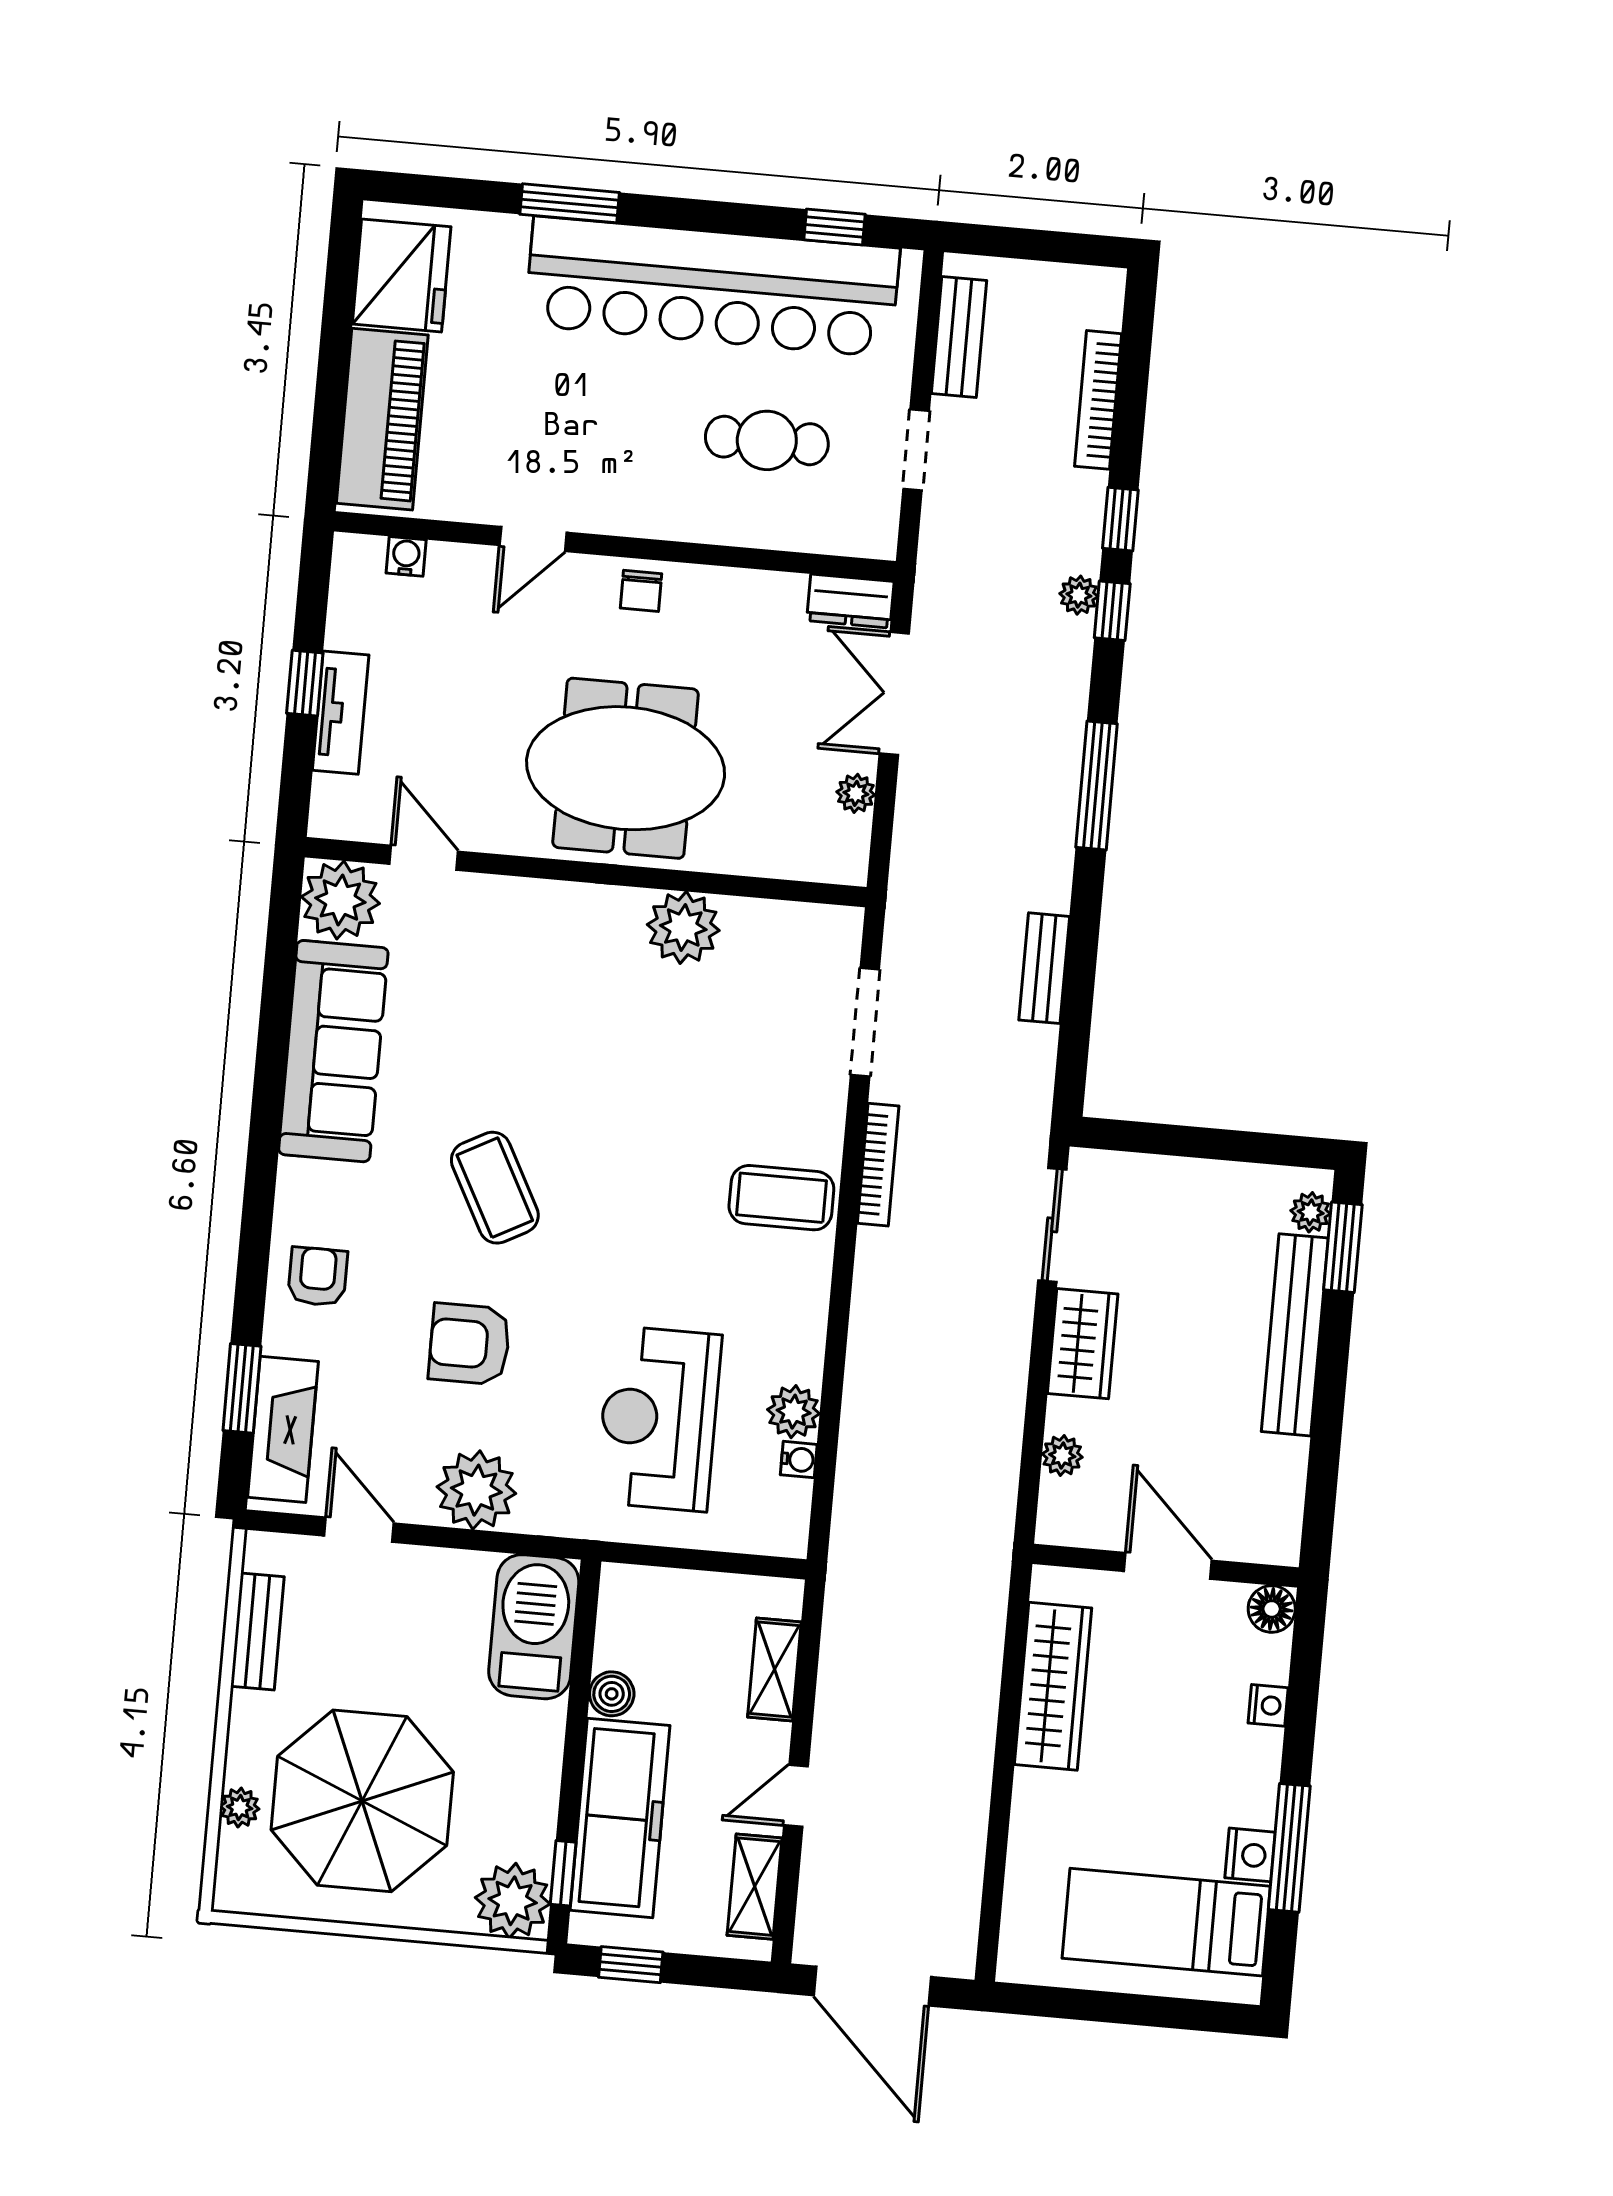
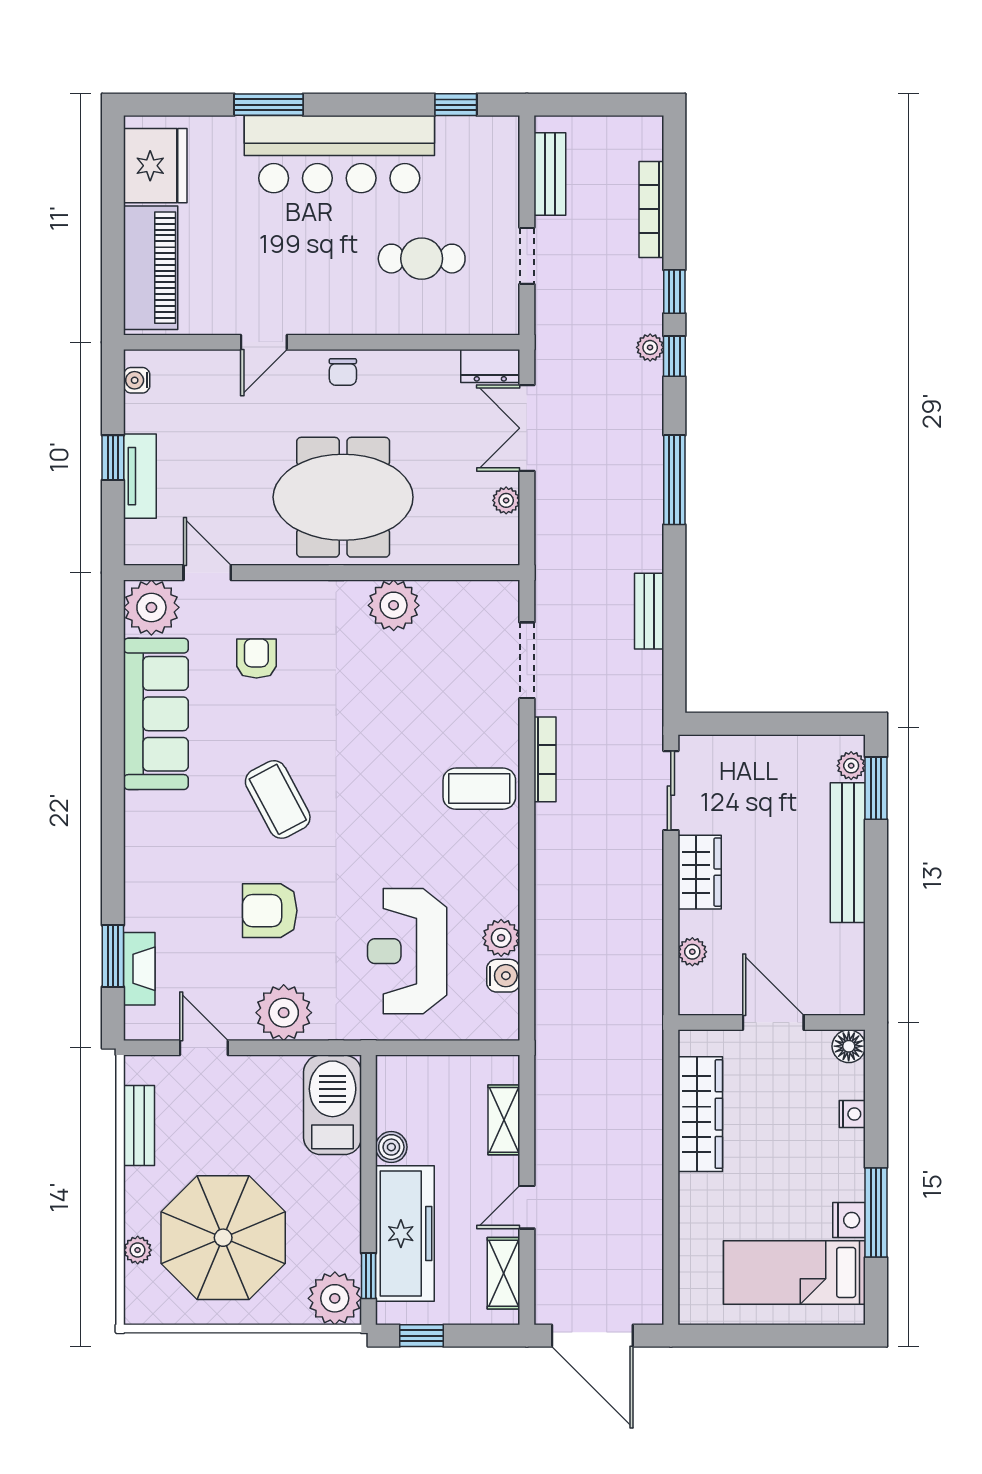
bar counter: (712, 287) -> (339, 154), width x0.73
water cooler: (406, 556) -> (137, 380), moved, turned -90
armchair: (318, 1277) -> (256, 658), moved
fireplace: (283, 1429) -> (139, 969), width x0.73, depth x0.76
water cooler: (799, 1460) -> (503, 976), width x1.38, depth x1.38

